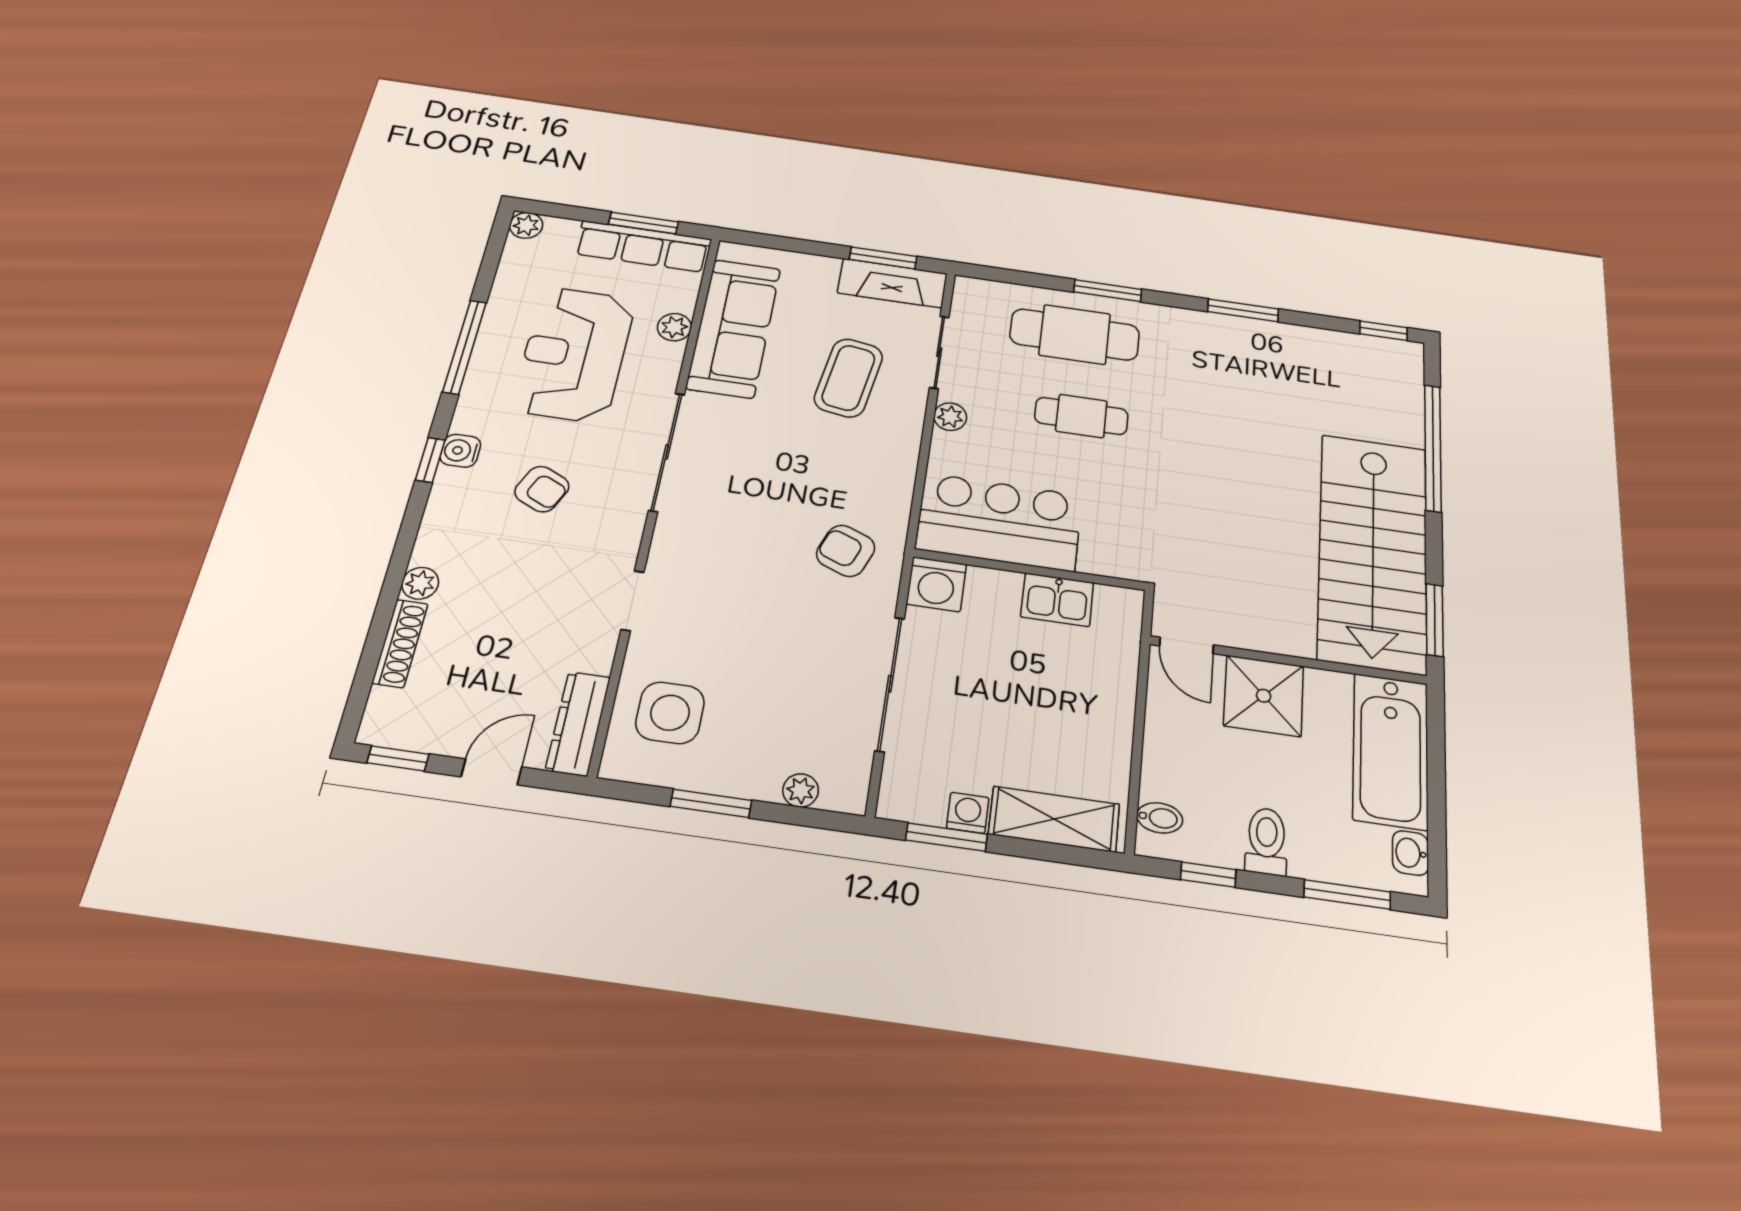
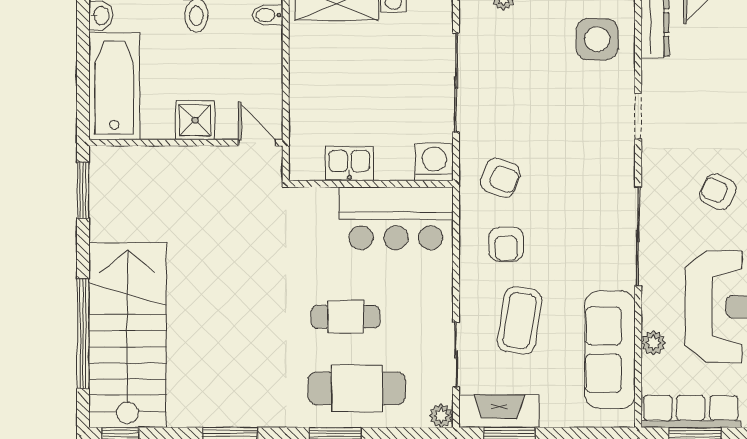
plant: (950, 417) -> (441, 416), moved
armchair: (851, 469) -> (506, 244), added
stairs: (1373, 552) -> (127, 335), moved
shower: (1264, 696) -> (195, 120), width x0.73, depth x0.73

